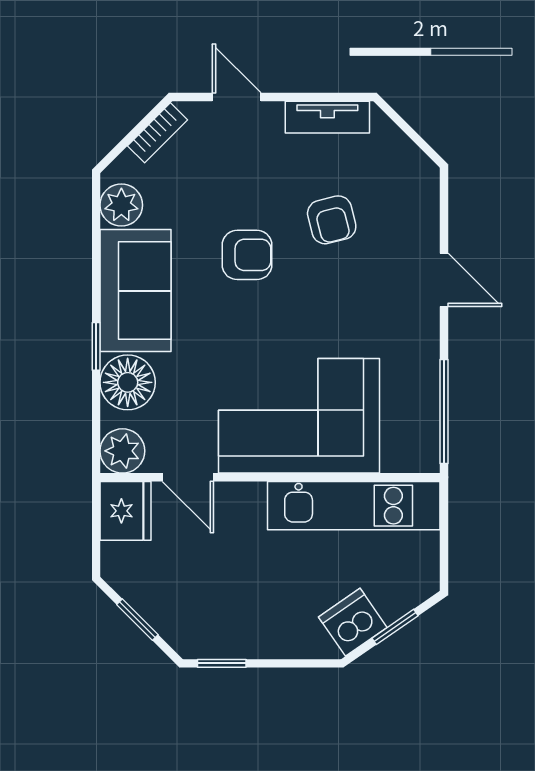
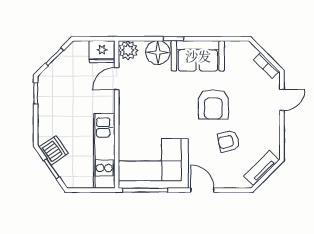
tv unit: (327, 117) -> (262, 168), moved, turned 45
plant: (121, 205) -> (235, 50), removed
armchair: (247, 255) -> (213, 104), width x1.38, depth x1.38
door: (444, 280) -> (202, 190), swing flipped
corner sofa: (299, 416) -> (153, 163), moved, turned -90

